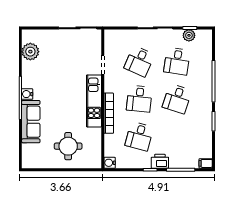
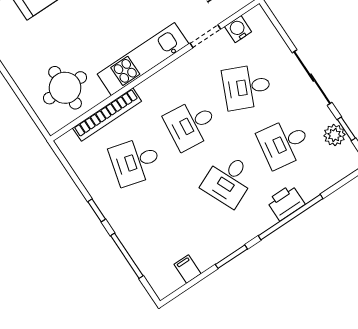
desk: (177, 99) -> (228, 180), turned -42
bookcase: (109, 113) -> (107, 115), moved
round table: (68, 146) -> (65, 88), moved
printer: (160, 161) -> (286, 202), moved, turned -90
water cooler: (110, 163) -> (238, 29), moved
filing cabinet: (206, 163) -> (188, 269), moved

